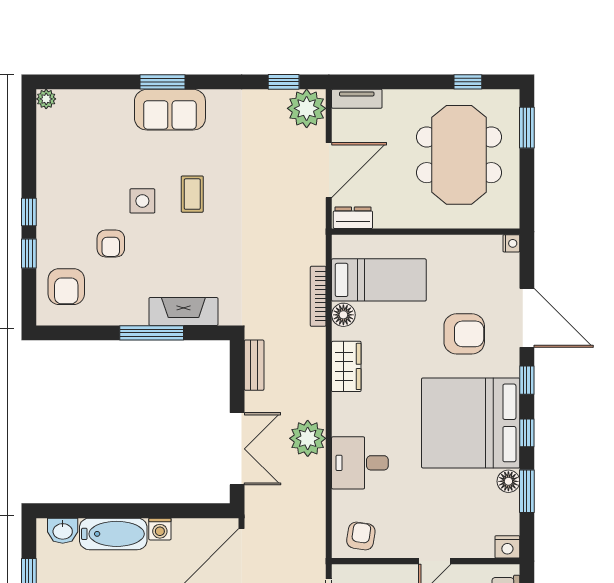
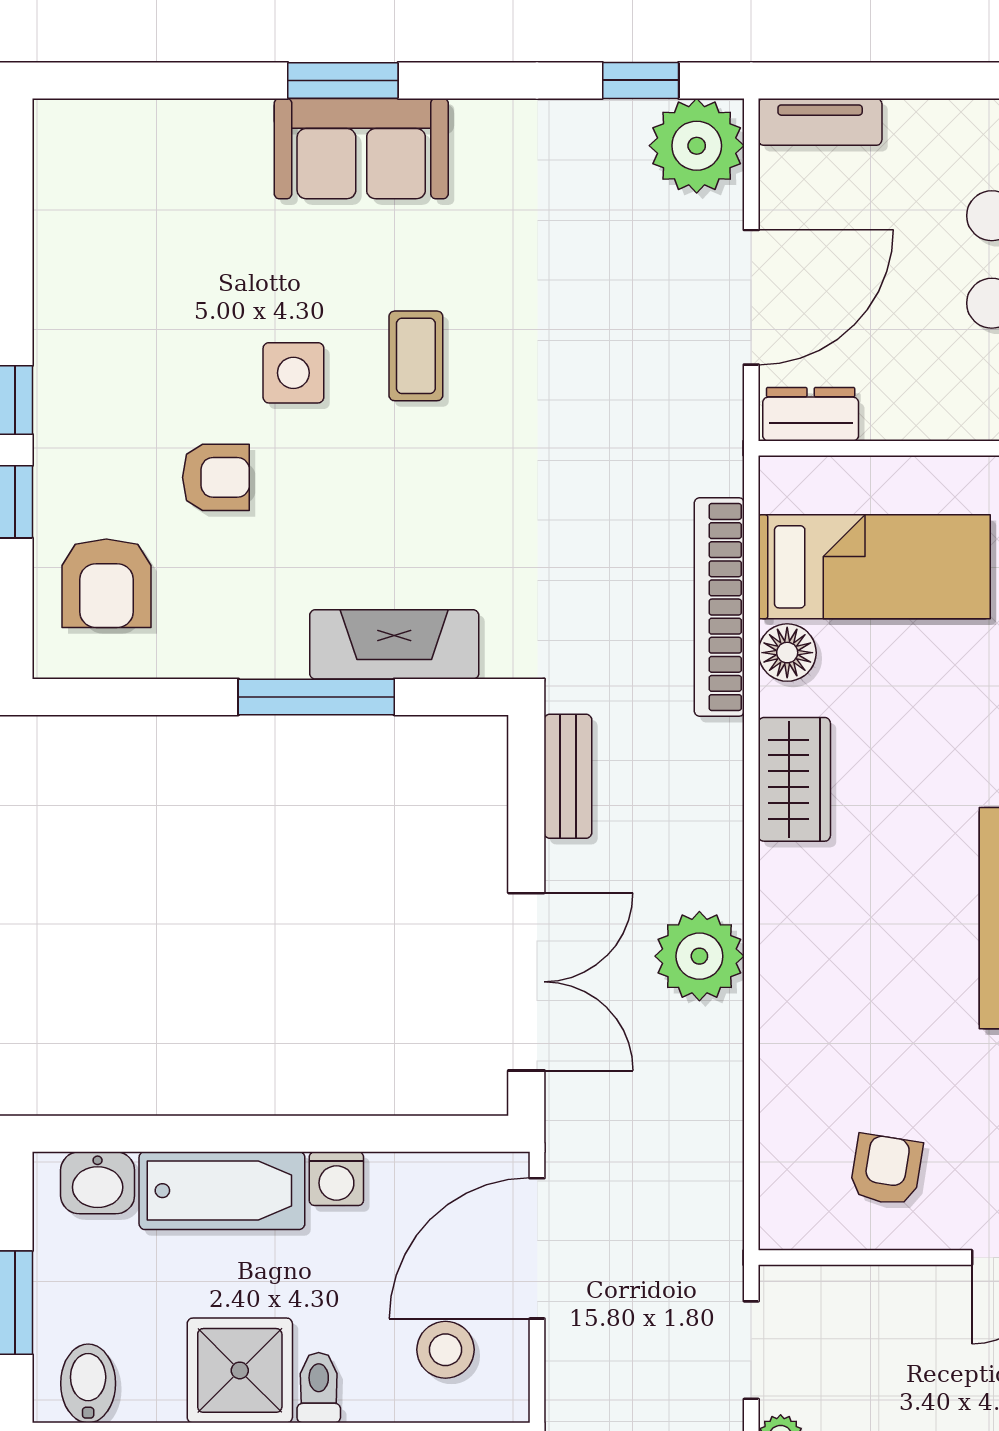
plant: (46, 99) -> (57, 122), removed
armchair: (111, 244) -> (216, 477), turned -90
bookcase: (318, 296) -> (719, 607), width x1.48, depth x1.31
desk: (360, 463) -> (828, 1016), removed
armchair: (361, 536) -> (886, 1170), moved

